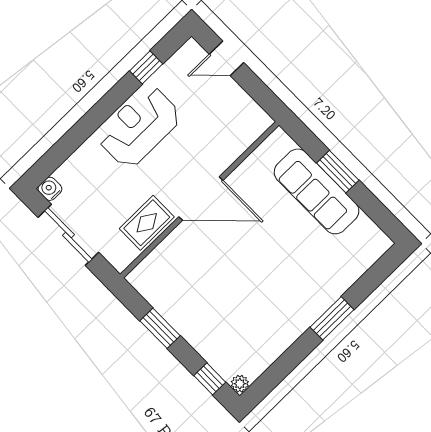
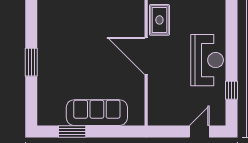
window: (338, 172) -> (72, 131), moved
door: (201, 199) -> (146, 56), hinge flipped

